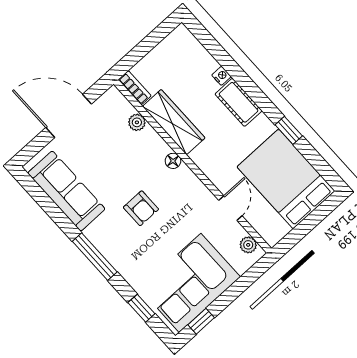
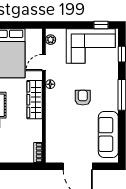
plant: (137, 122) -> (51, 137), removed
wardrobe: (174, 122) -> (35, 100), moved
floor lamp: (173, 161) -> (50, 84), moved

